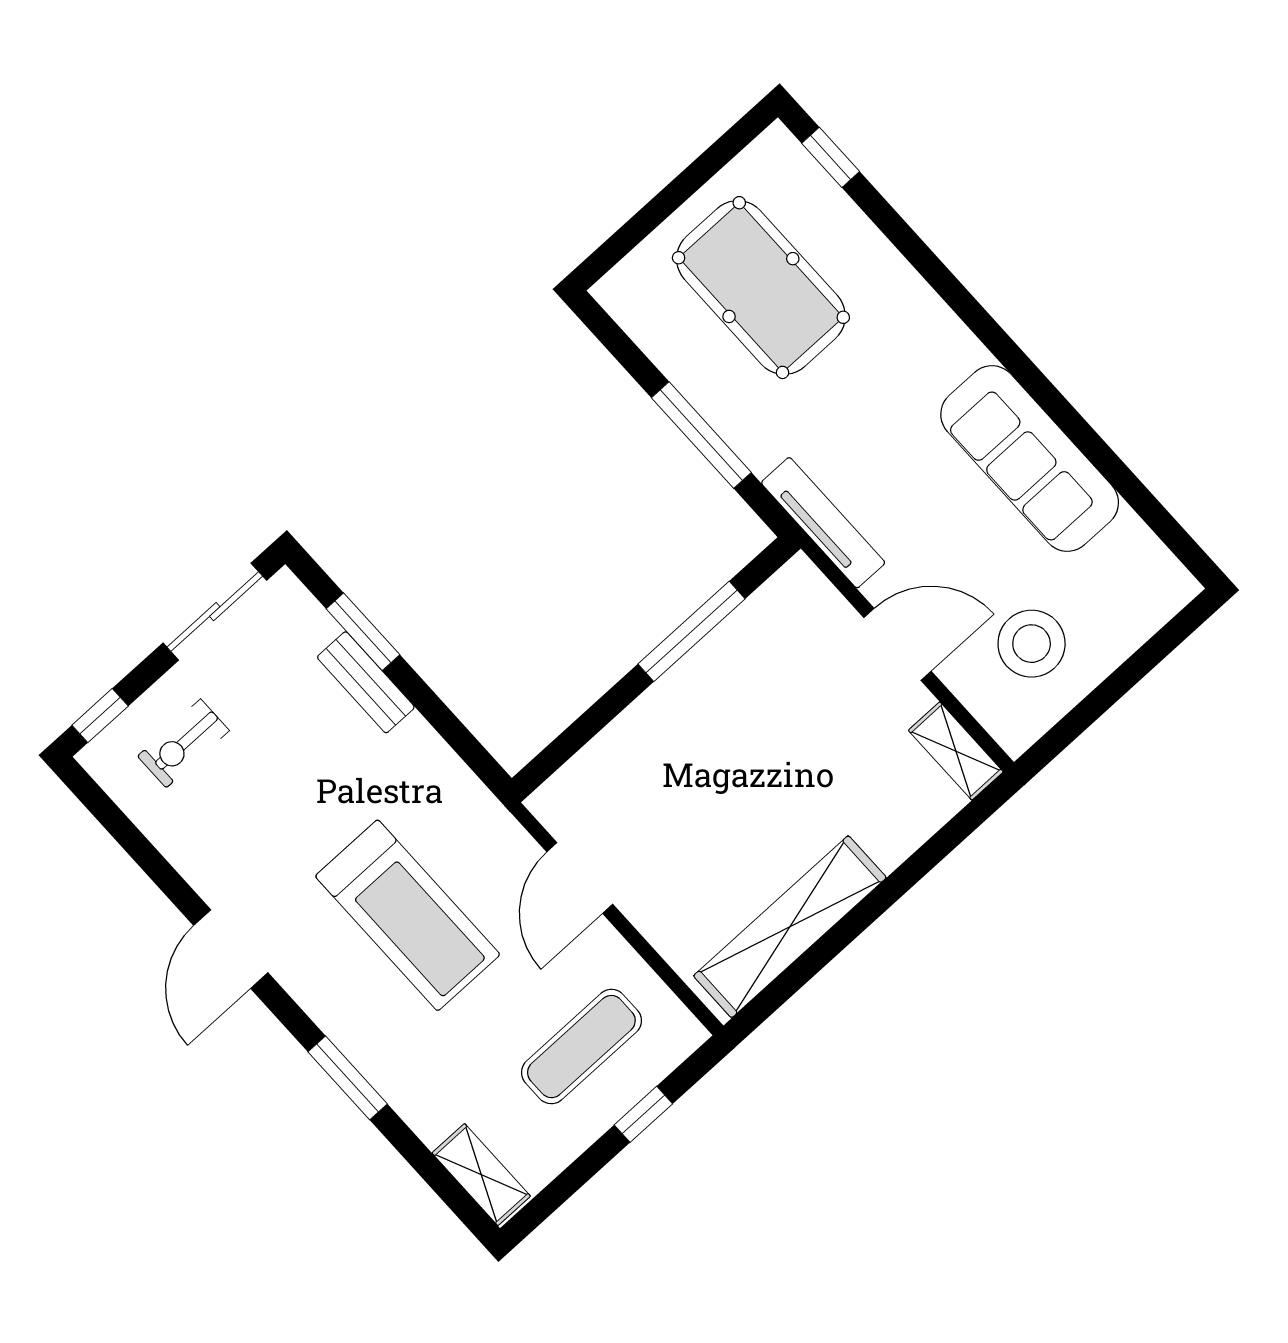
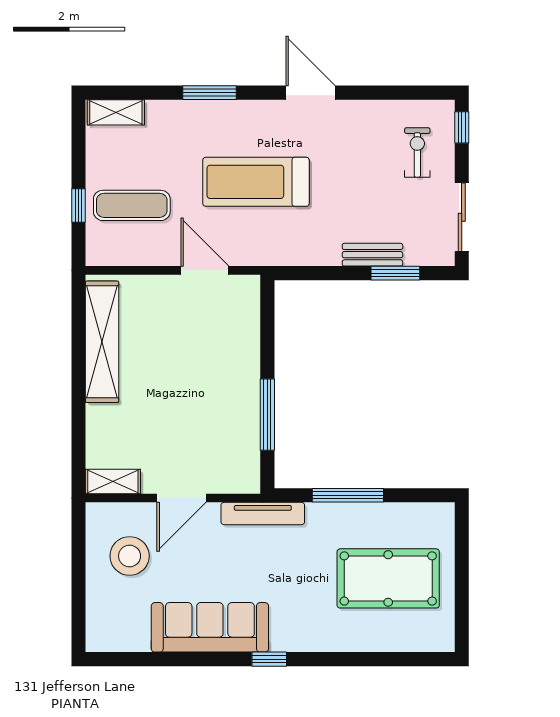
window: (831, 157) -> (269, 659), moved
exercise mat: (581, 1047) -> (132, 205), turned 90

